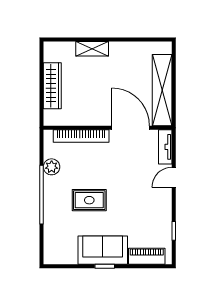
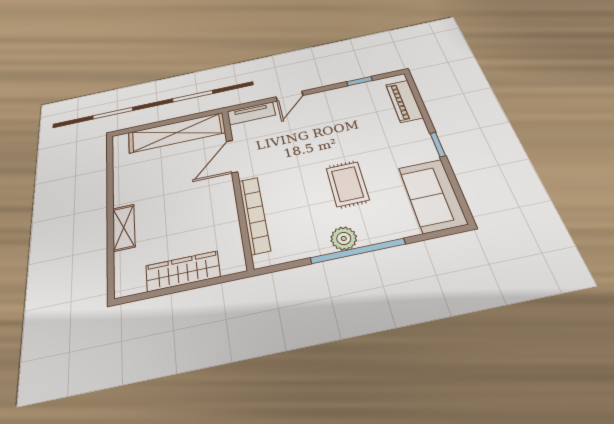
door: (131, 128) -> (232, 156), width x0.73
plant: (52, 167) -> (344, 238), moved
door: (174, 177) -> (289, 96), hinge flipped
sofa: (103, 250) -> (432, 195), moved

